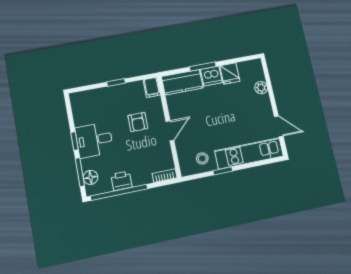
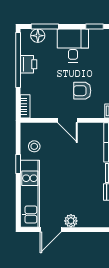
plant: (261, 88) -> (71, 221), moved
window: (74, 141) -> (95, 26), moved

